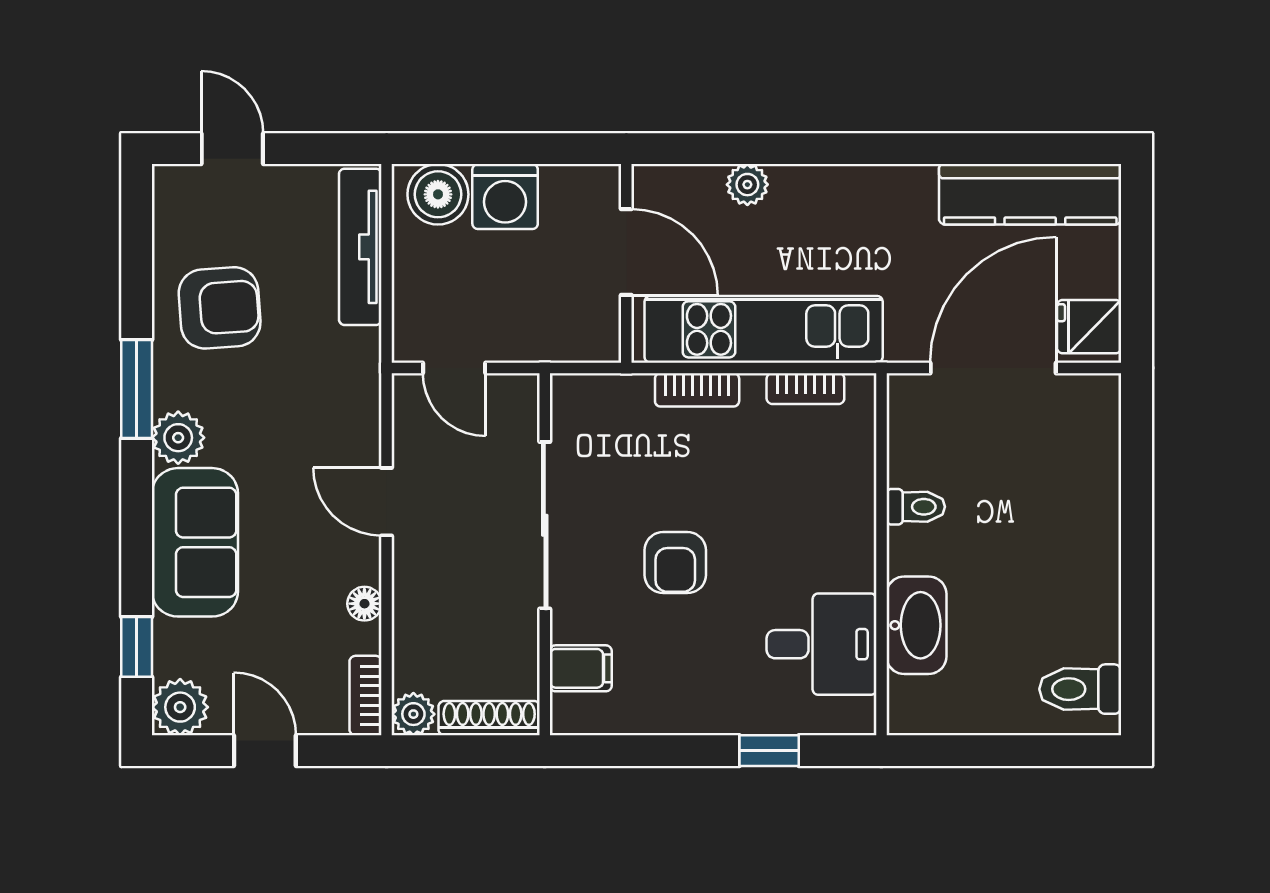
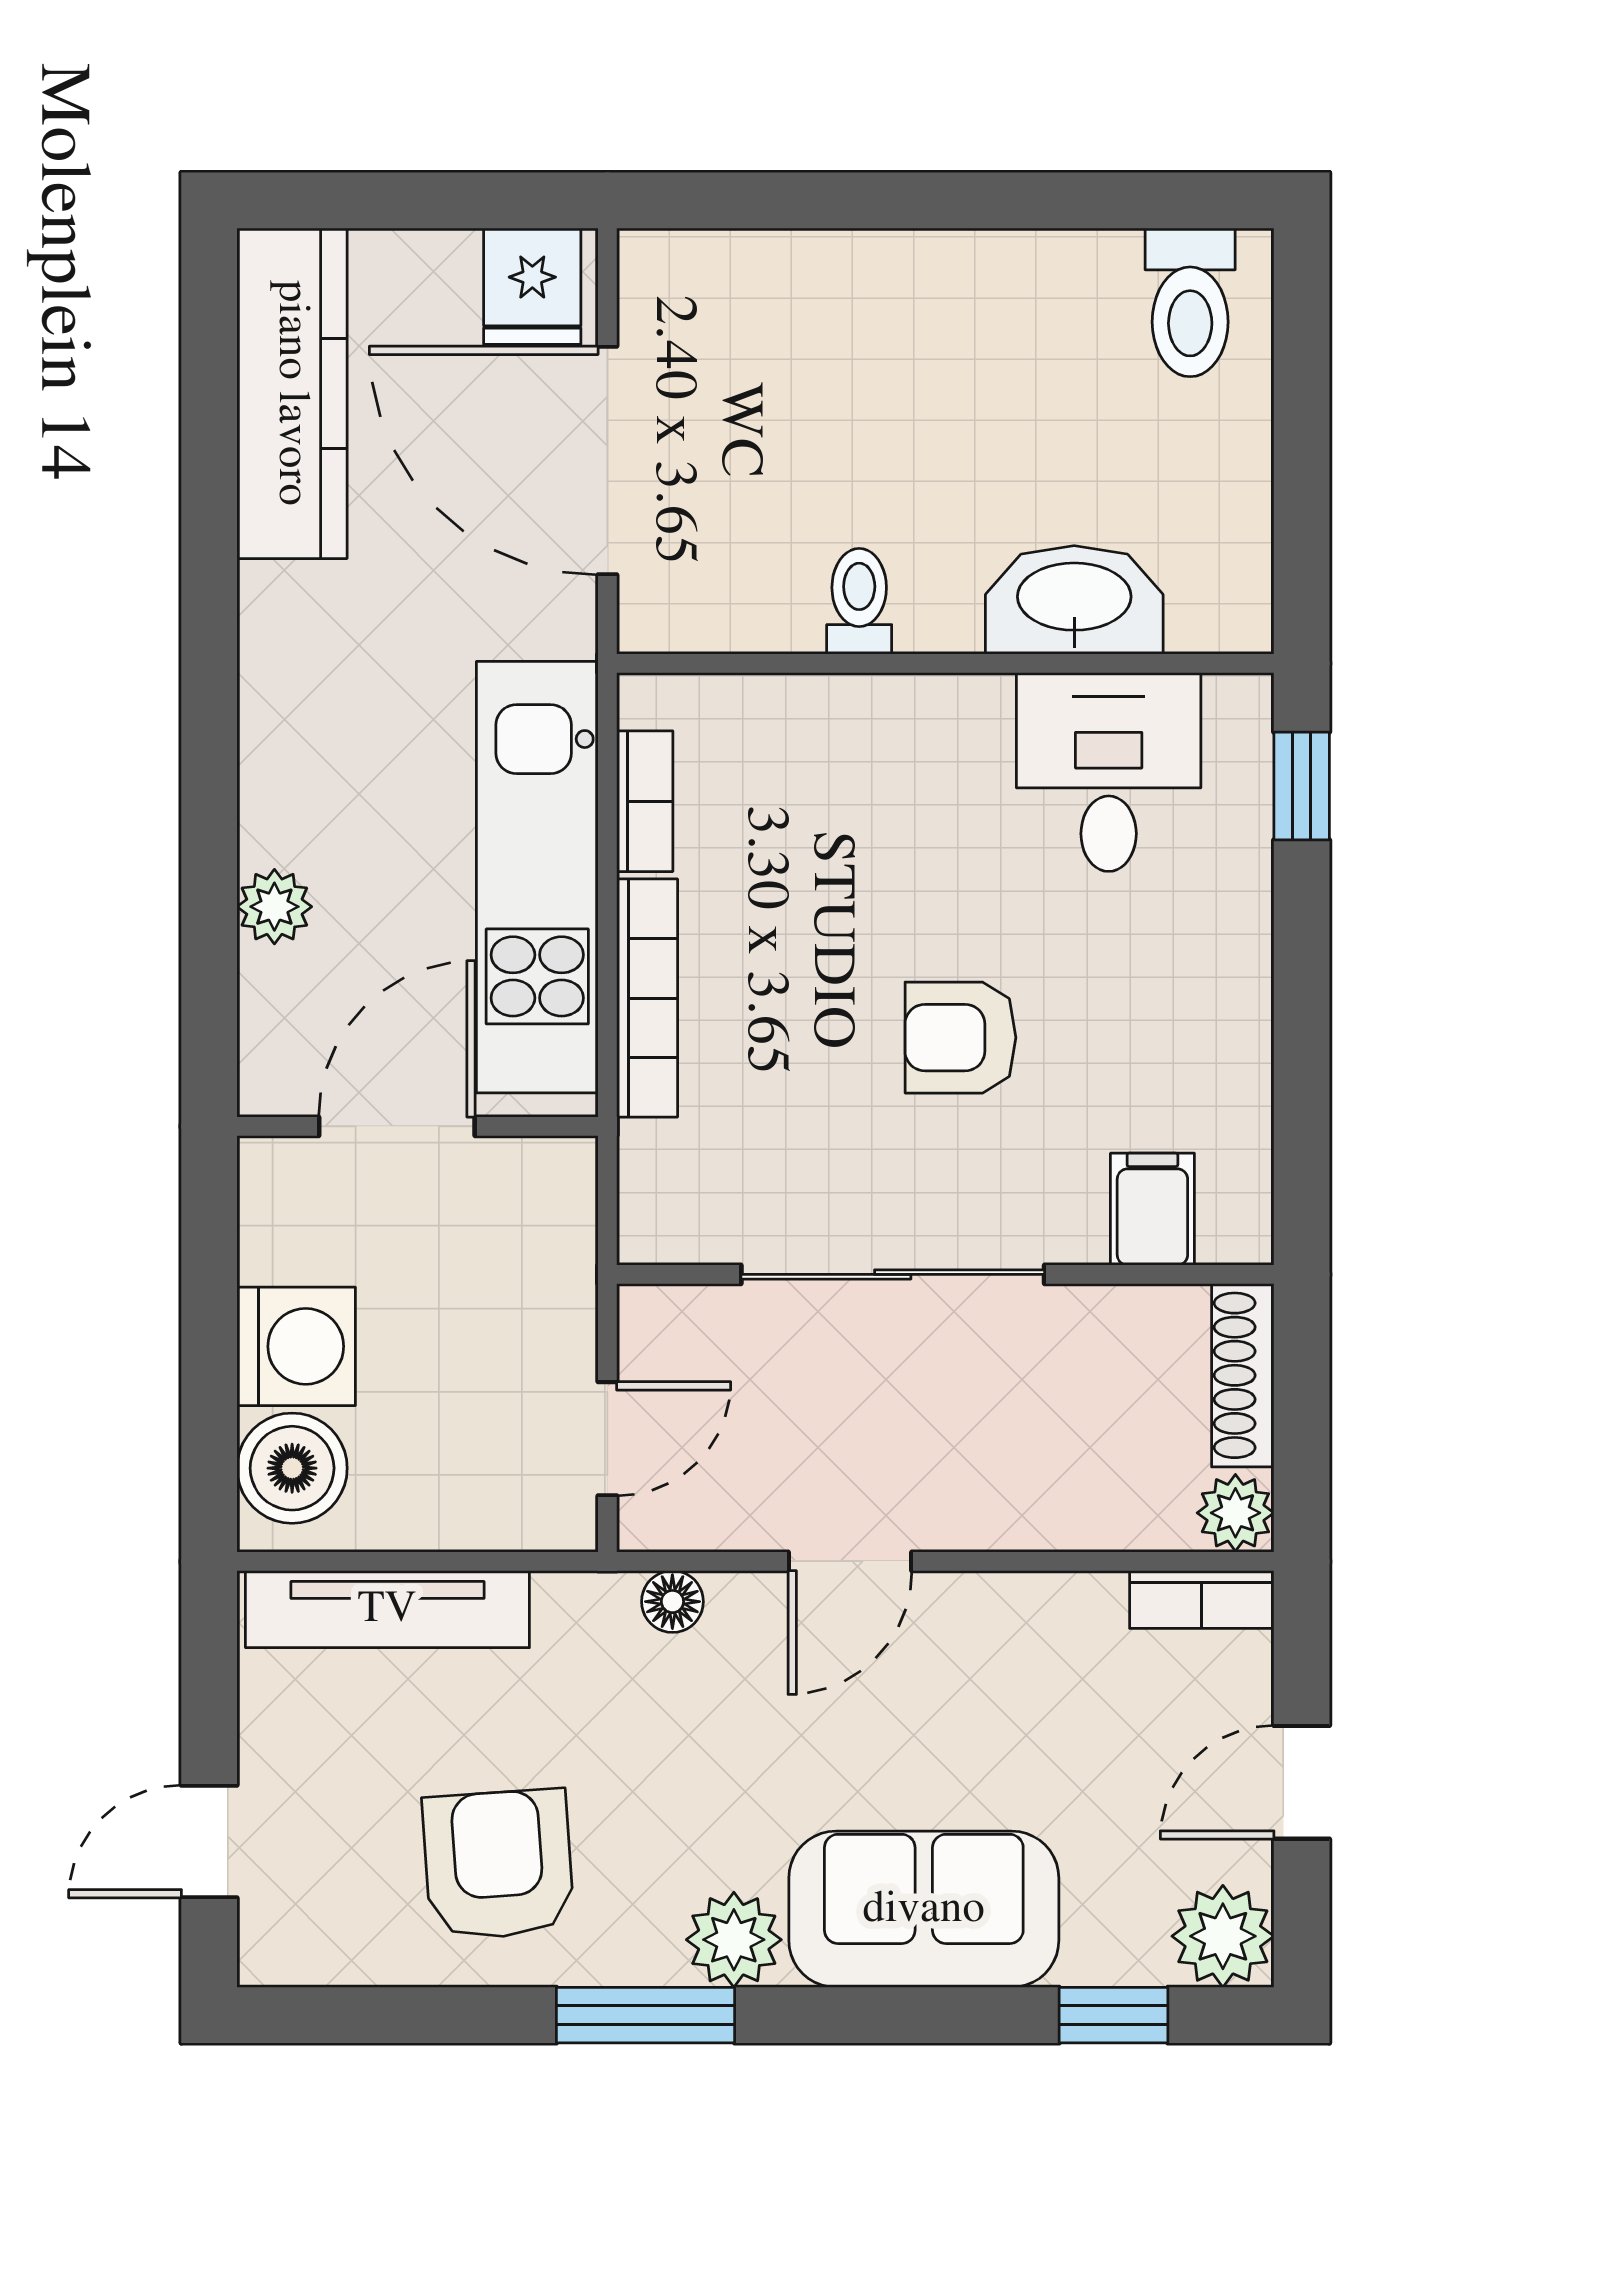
bookcase: (697, 390) -> (647, 998), width x1.56
armchair: (675, 563) -> (960, 1038), turned 180
floor lamp: (364, 604) -> (672, 1602), moved
window: (769, 751) -> (1302, 786), moved

